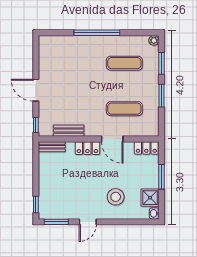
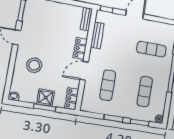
exercise mat: (73, 63) -> (151, 49), added
shower: (150, 198) -> (46, 98), moved

